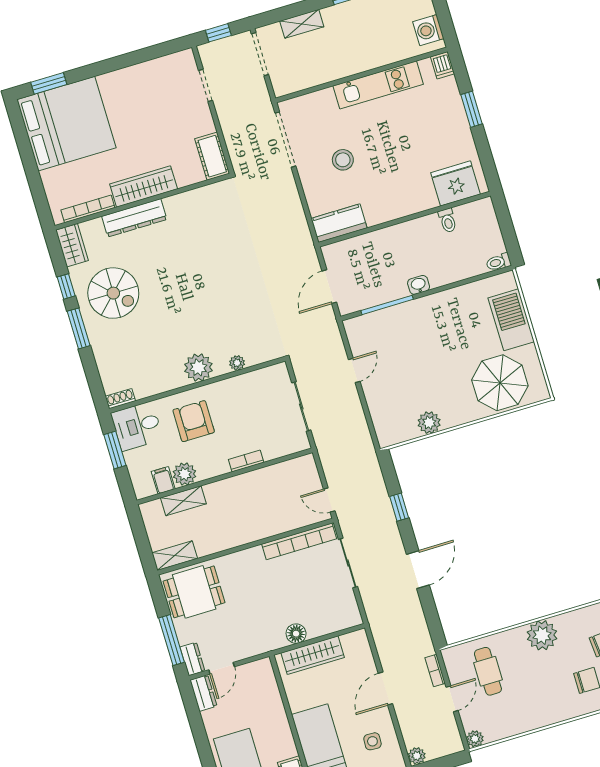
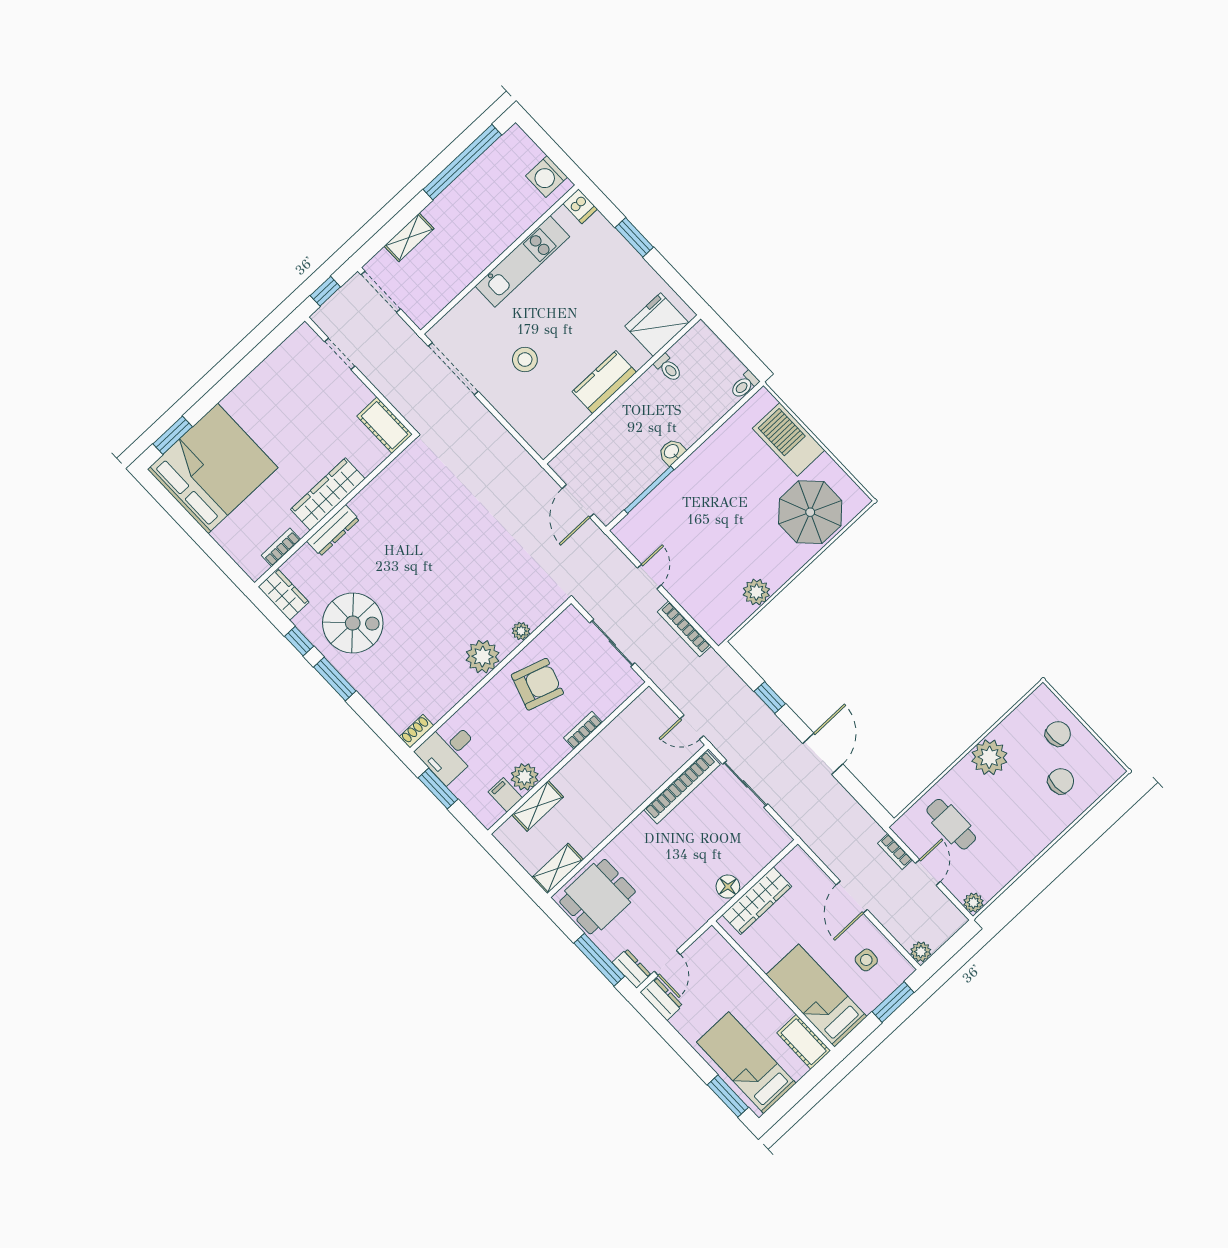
bookcase: (88, 209) -> (281, 547), width x0.64
dresser: (134, 218) -> (333, 530), width x0.73, depth x0.80
kitchen counter: (339, 223) -> (604, 382), moved
armchair: (194, 421) -> (537, 684), moved, turned 108
bookcase: (361, 423) -> (684, 629), added

